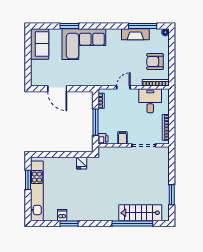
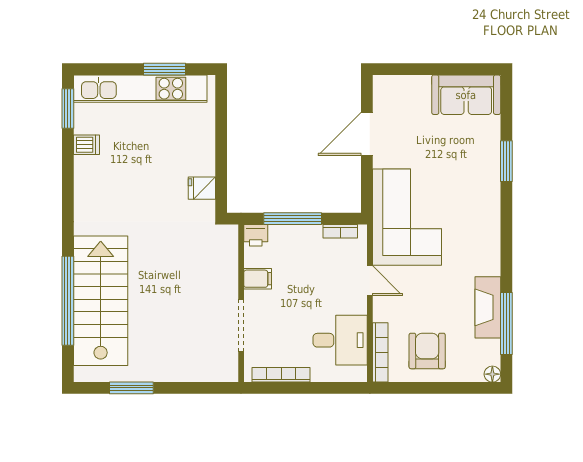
corner sofa: (84, 44) -> (407, 217), moved, turned 180
stairs: (140, 213) -> (101, 301), width x1.36, depth x1.51
window: (69, 223) -> (68, 109), moved

